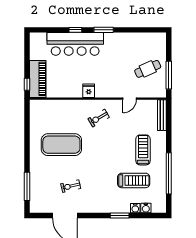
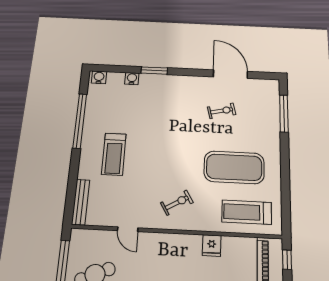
fridge: (89, 91) -> (212, 246), moved
door: (130, 99) -> (128, 229), swing flipped
treadmill: (134, 180) -> (247, 212), moved
water cooler: (146, 208) -> (99, 77), moved

